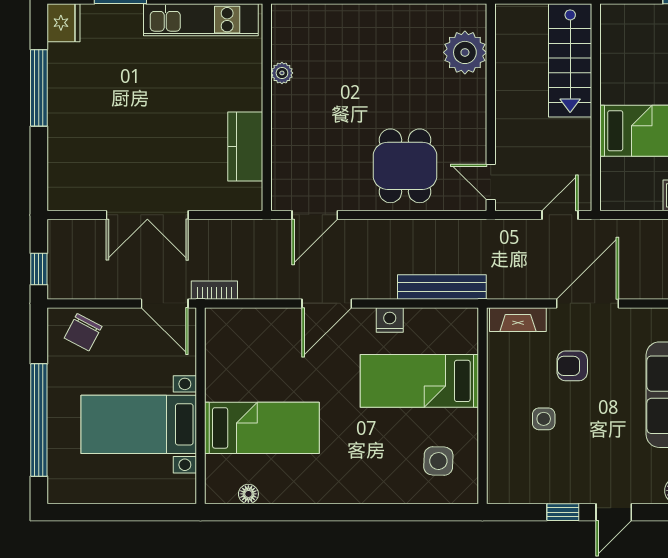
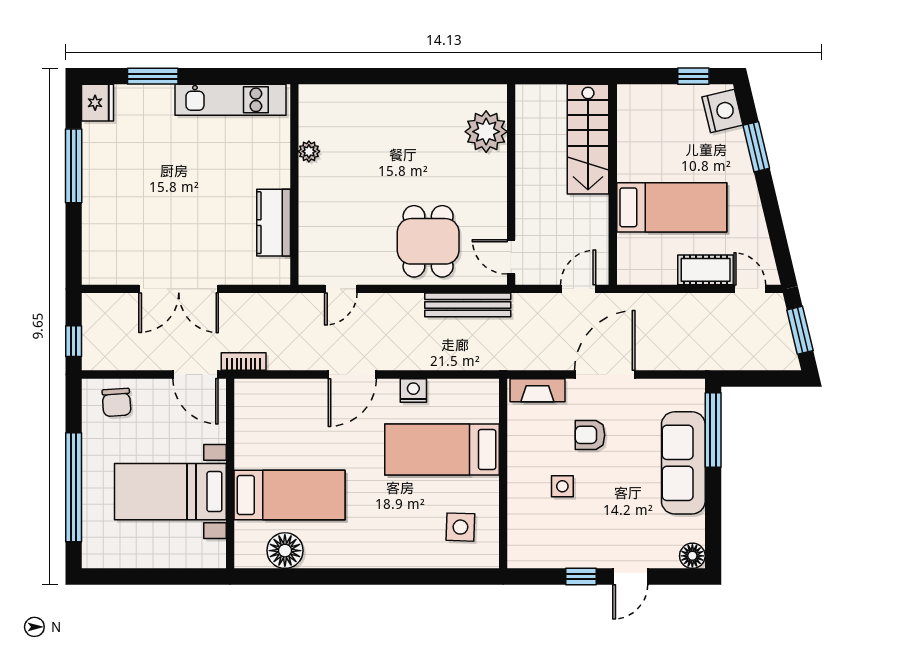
door: (315, 215) -> (341, 289), width x0.73
bench: (442, 287) -> (468, 305), moved
chair: (83, 332) -> (117, 402), turned -32
floor lamp: (248, 494) -> (285, 551), width x1.89, depth x1.89

